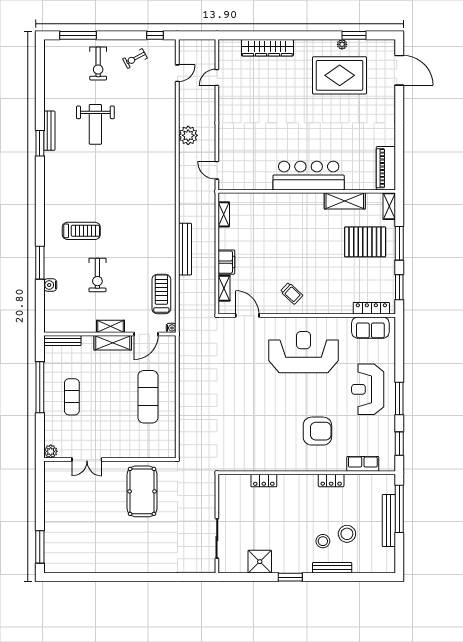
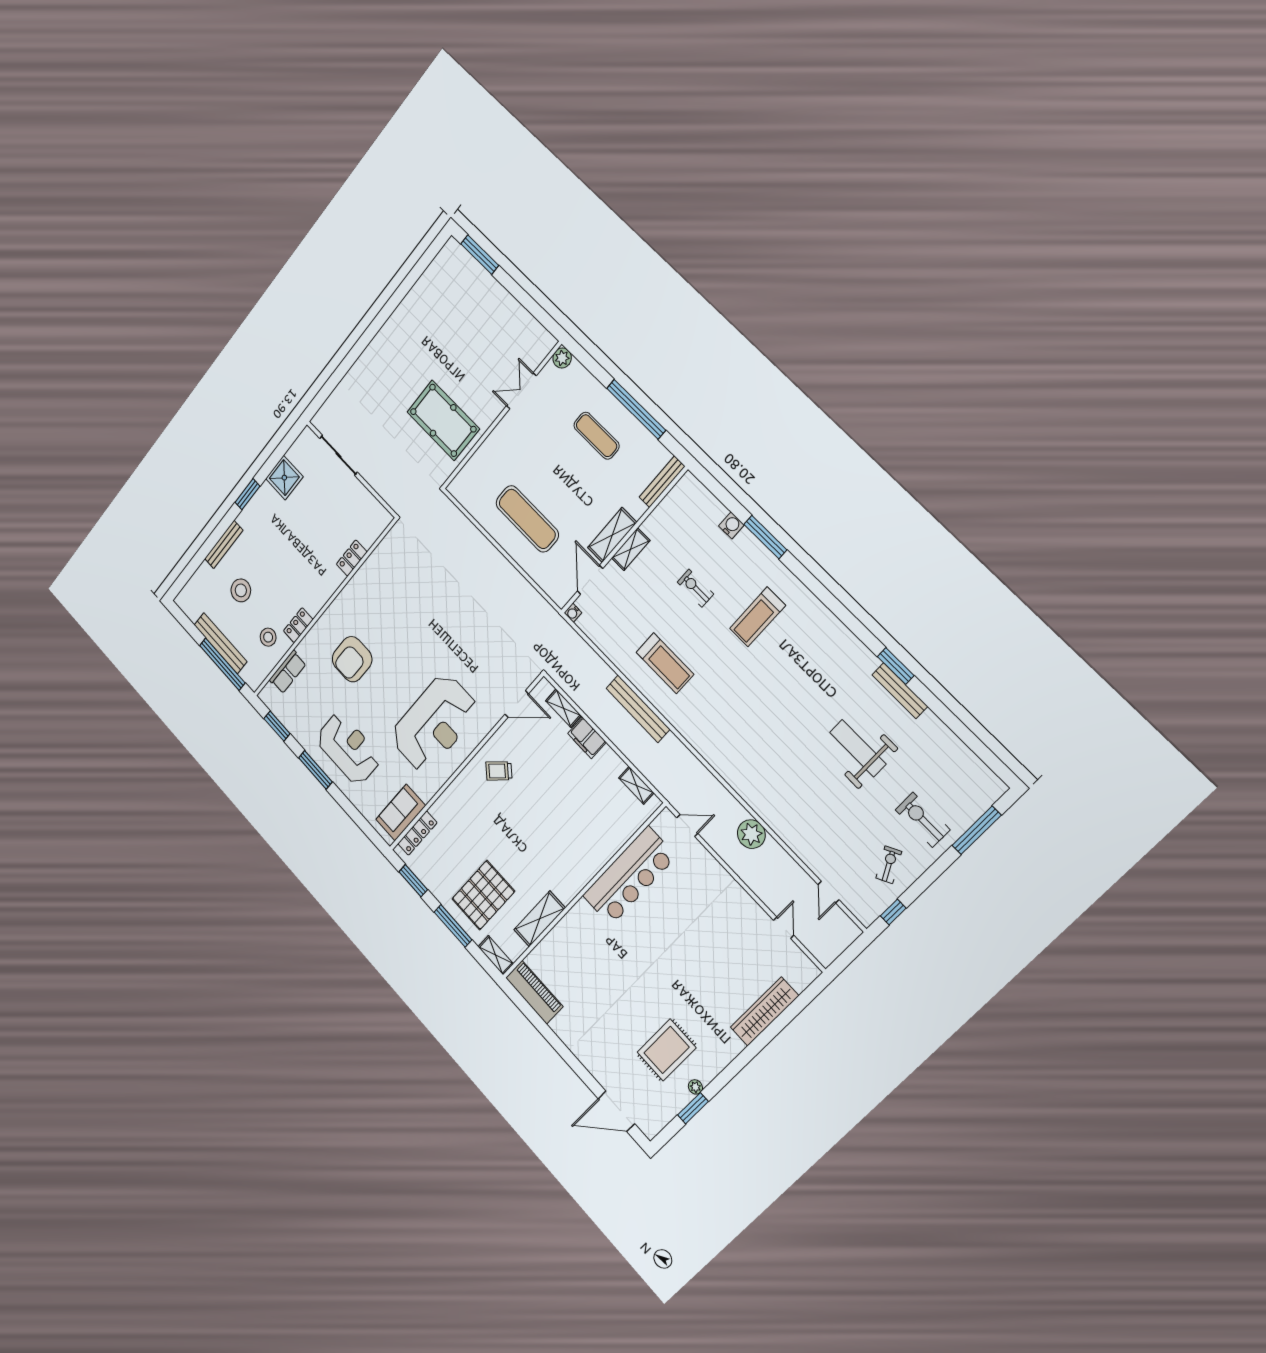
rug: (340, 75) -> (667, 1050), width x0.73, depth x0.69
bar counter: (309, 176) -> (629, 876), moved
exercise bike: (97, 275) -> (695, 588), width x0.73, depth x0.72
treadmill: (161, 294) -> (665, 663), moved
stool: (323, 541) -> (268, 637), moved

